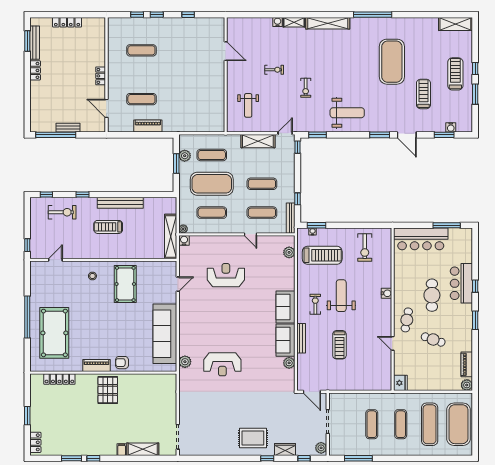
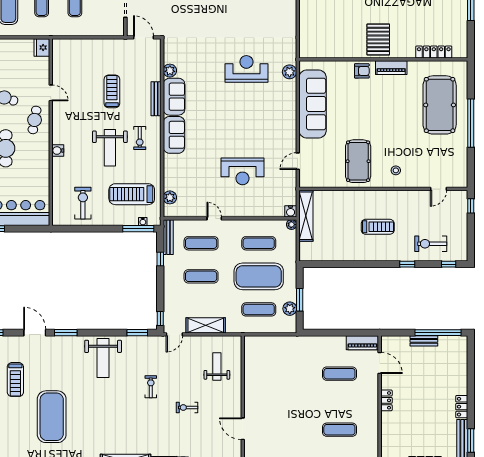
weight bench: (347, 113) -> (103, 358), turned -90
piano: (148, 126) -> (362, 343), moved
bench: (120, 203) -> (364, 255), removed
window: (317, 225) -> (138, 229), width x1.44

